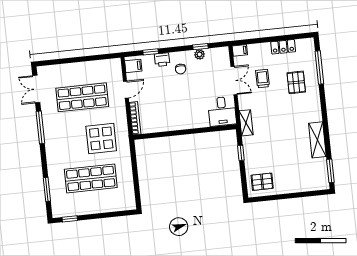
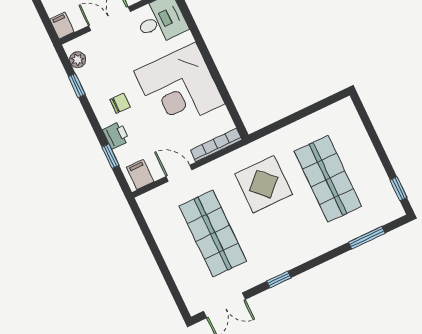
plant: (200, 54) -> (78, 60), moved
corner desk: (177, 108) -> (179, 88), added
window: (40, 127) -> (279, 279), width x0.46

